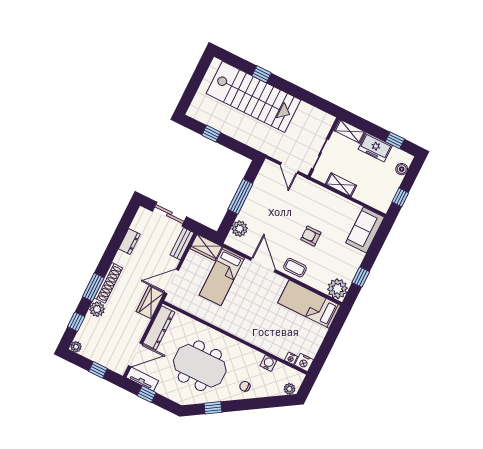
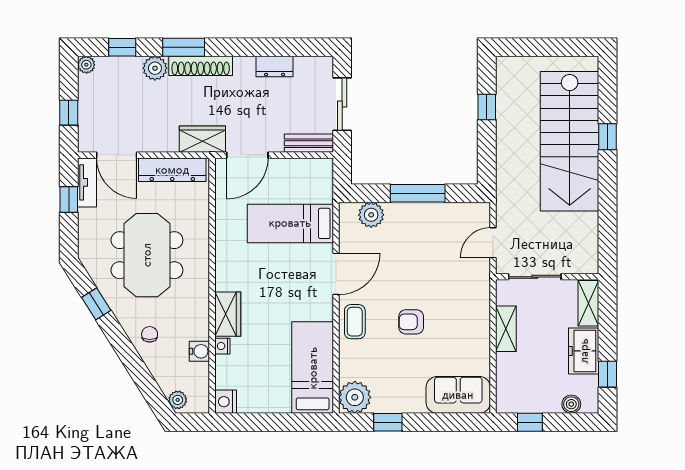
armchair: (311, 236) -> (411, 322), turned -90
wardrobe: (206, 247) -> (228, 314), moved, turned 180
door: (172, 282) -> (247, 155), swing flipped
nightstand: (291, 358) -> (222, 346), moved

